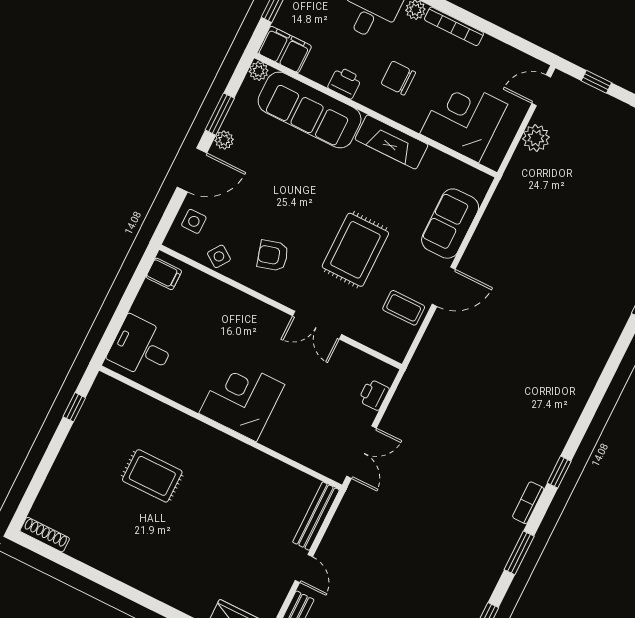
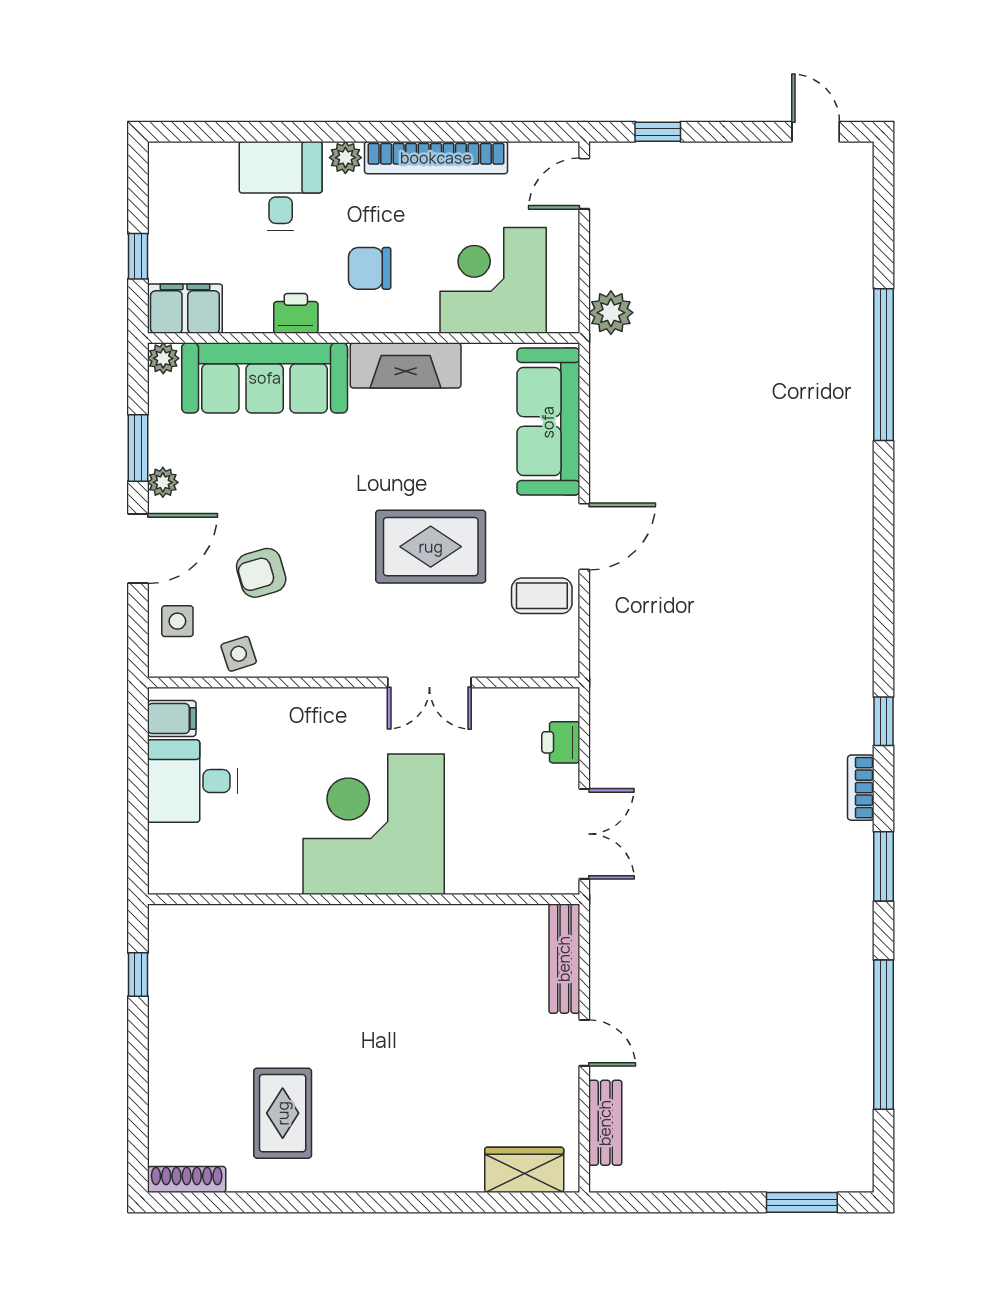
bookcase: (454, 26) -> (436, 158), width x1.48, depth x1.31
plant: (536, 138) -> (611, 313), moved
sofa: (450, 224) -> (548, 422), width x1.36
rug: (355, 250) -> (431, 547), turned 90
side table: (219, 256) -> (239, 654), turned 37
armchair: (273, 256) -> (261, 573), moved
desk: (142, 348) -> (192, 781), moved
corner desk: (242, 399) -> (374, 824), width x1.36, depth x1.36
rug: (152, 476) -> (283, 1113), moved, turned 90

